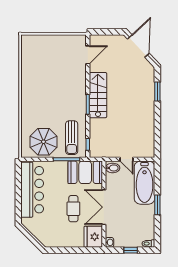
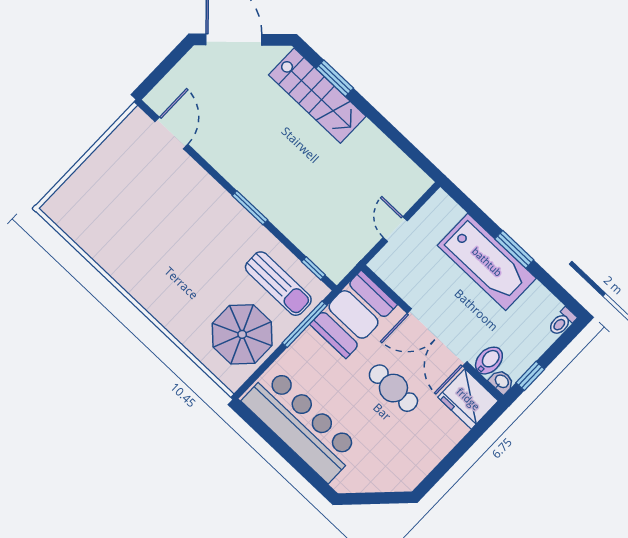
stairs: (98, 95) -> (317, 96), moved, turned 180
door: (127, 159) -> (395, 229), swing flipped
bidet: (113, 168) -> (489, 361), moved
bathtub: (145, 183) -> (487, 262), moved
window: (131, 250) -> (530, 376), moved

